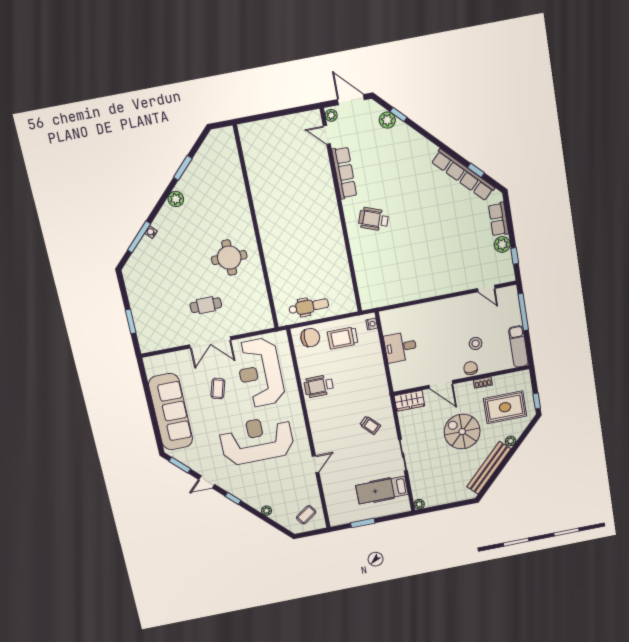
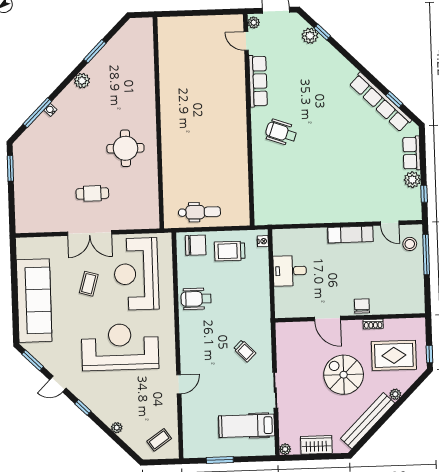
window: (131, 321) -> (10, 168), moved
stool: (476, 343) -> (410, 244), moved
exam couch: (518, 347) -> (350, 234), moved, turned -90
wardrobe: (409, 401) -> (316, 445), moved, turned 180

